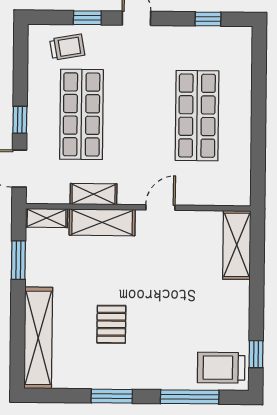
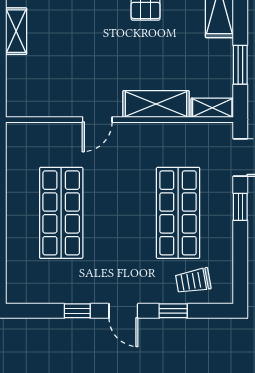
window: (208, 19) -> (77, 311), moved
shelving: (94, 194) -> (165, 132), removed
shelving: (237, 245) -> (16, 31), moved, width x0.67, depth x0.75

